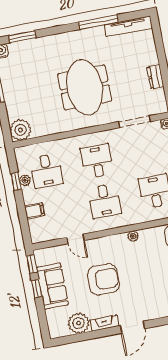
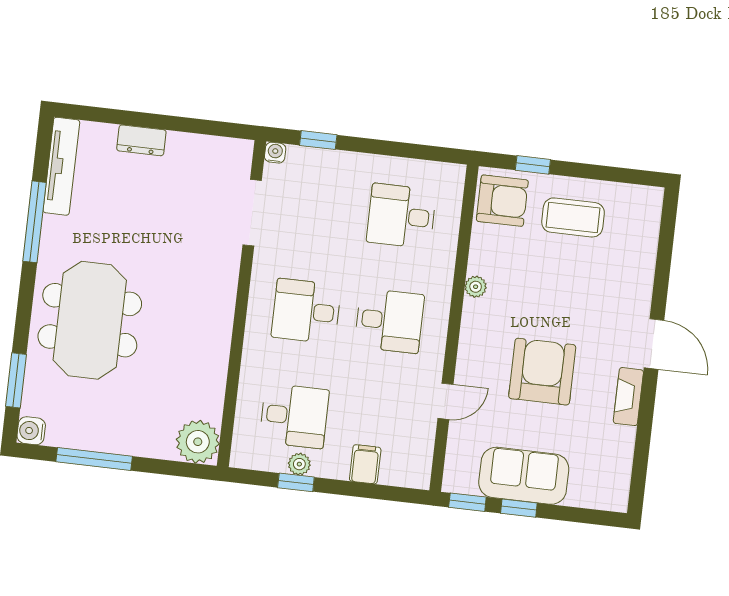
dresser: (155, 77) -> (141, 140), moved
meeting table: (85, 87) -> (90, 320), moved, turned 90
plant: (79, 323) -> (613, 447), removed

